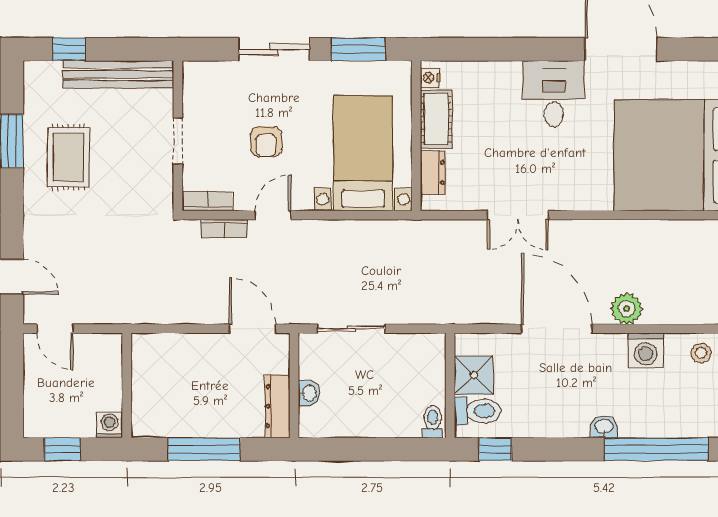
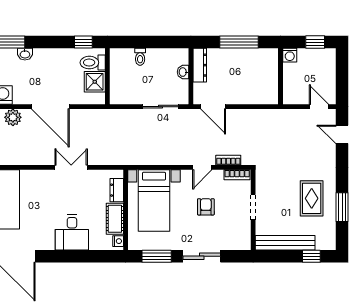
desk: (554, 94) -> (72, 232), moved
toilet: (432, 422) -> (140, 57), moved

